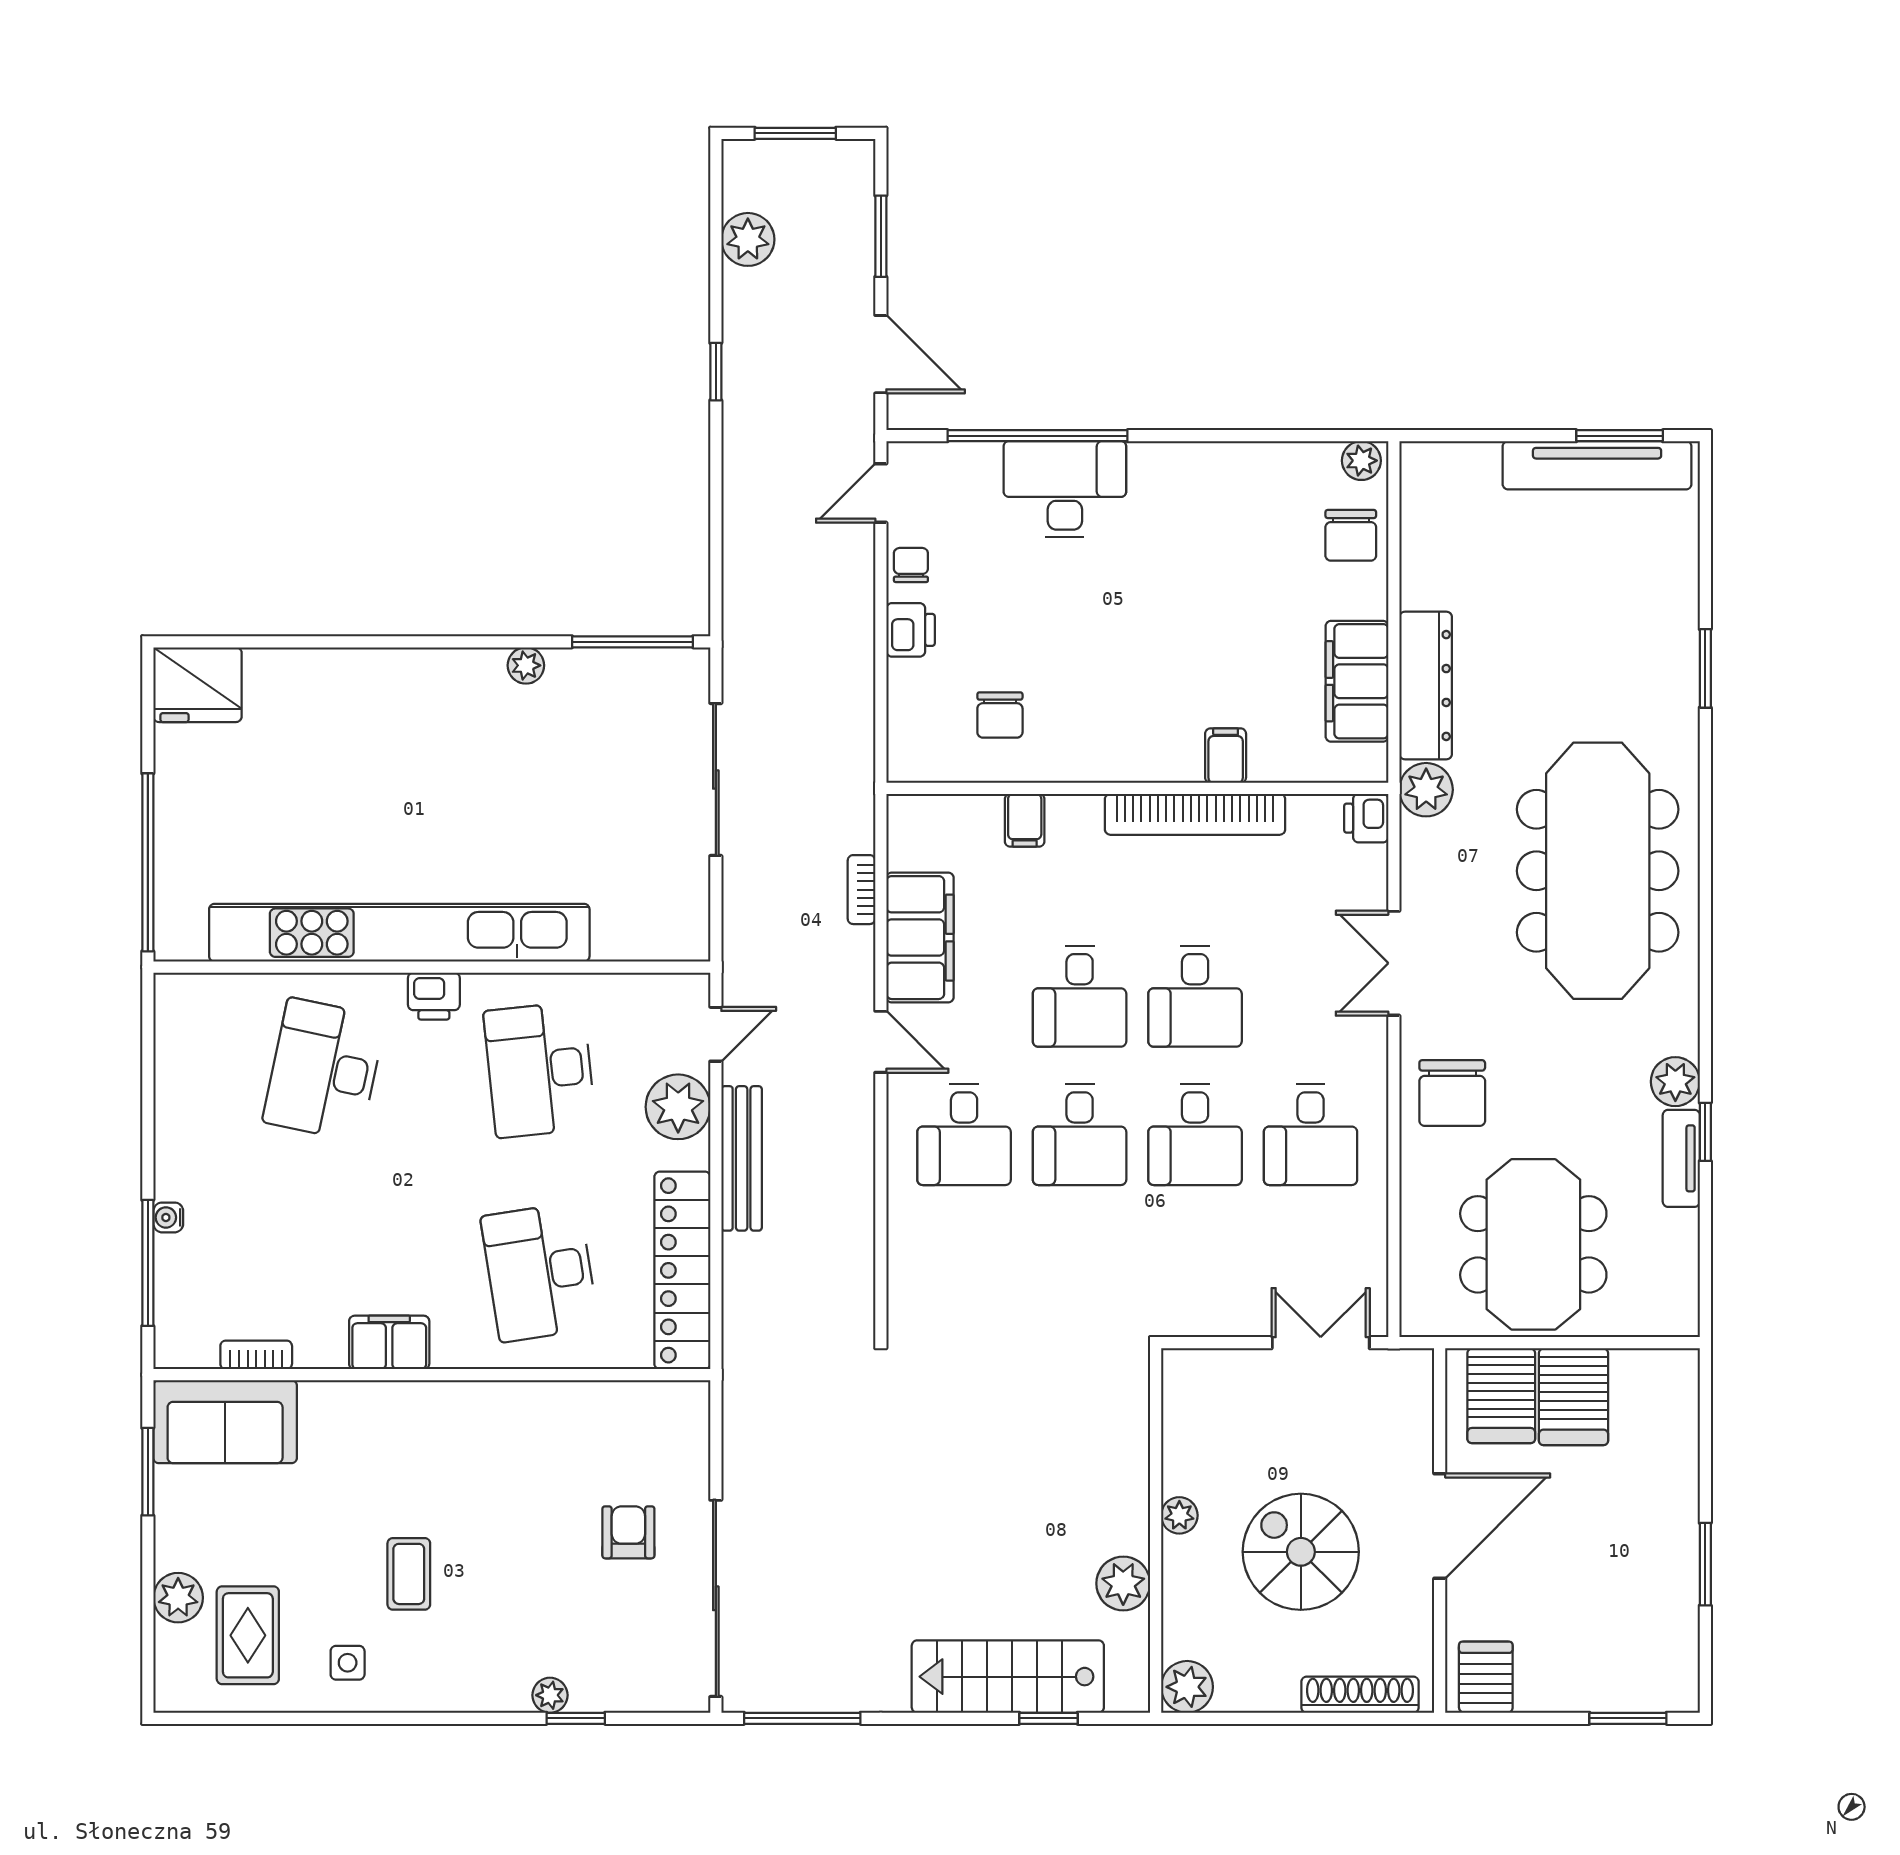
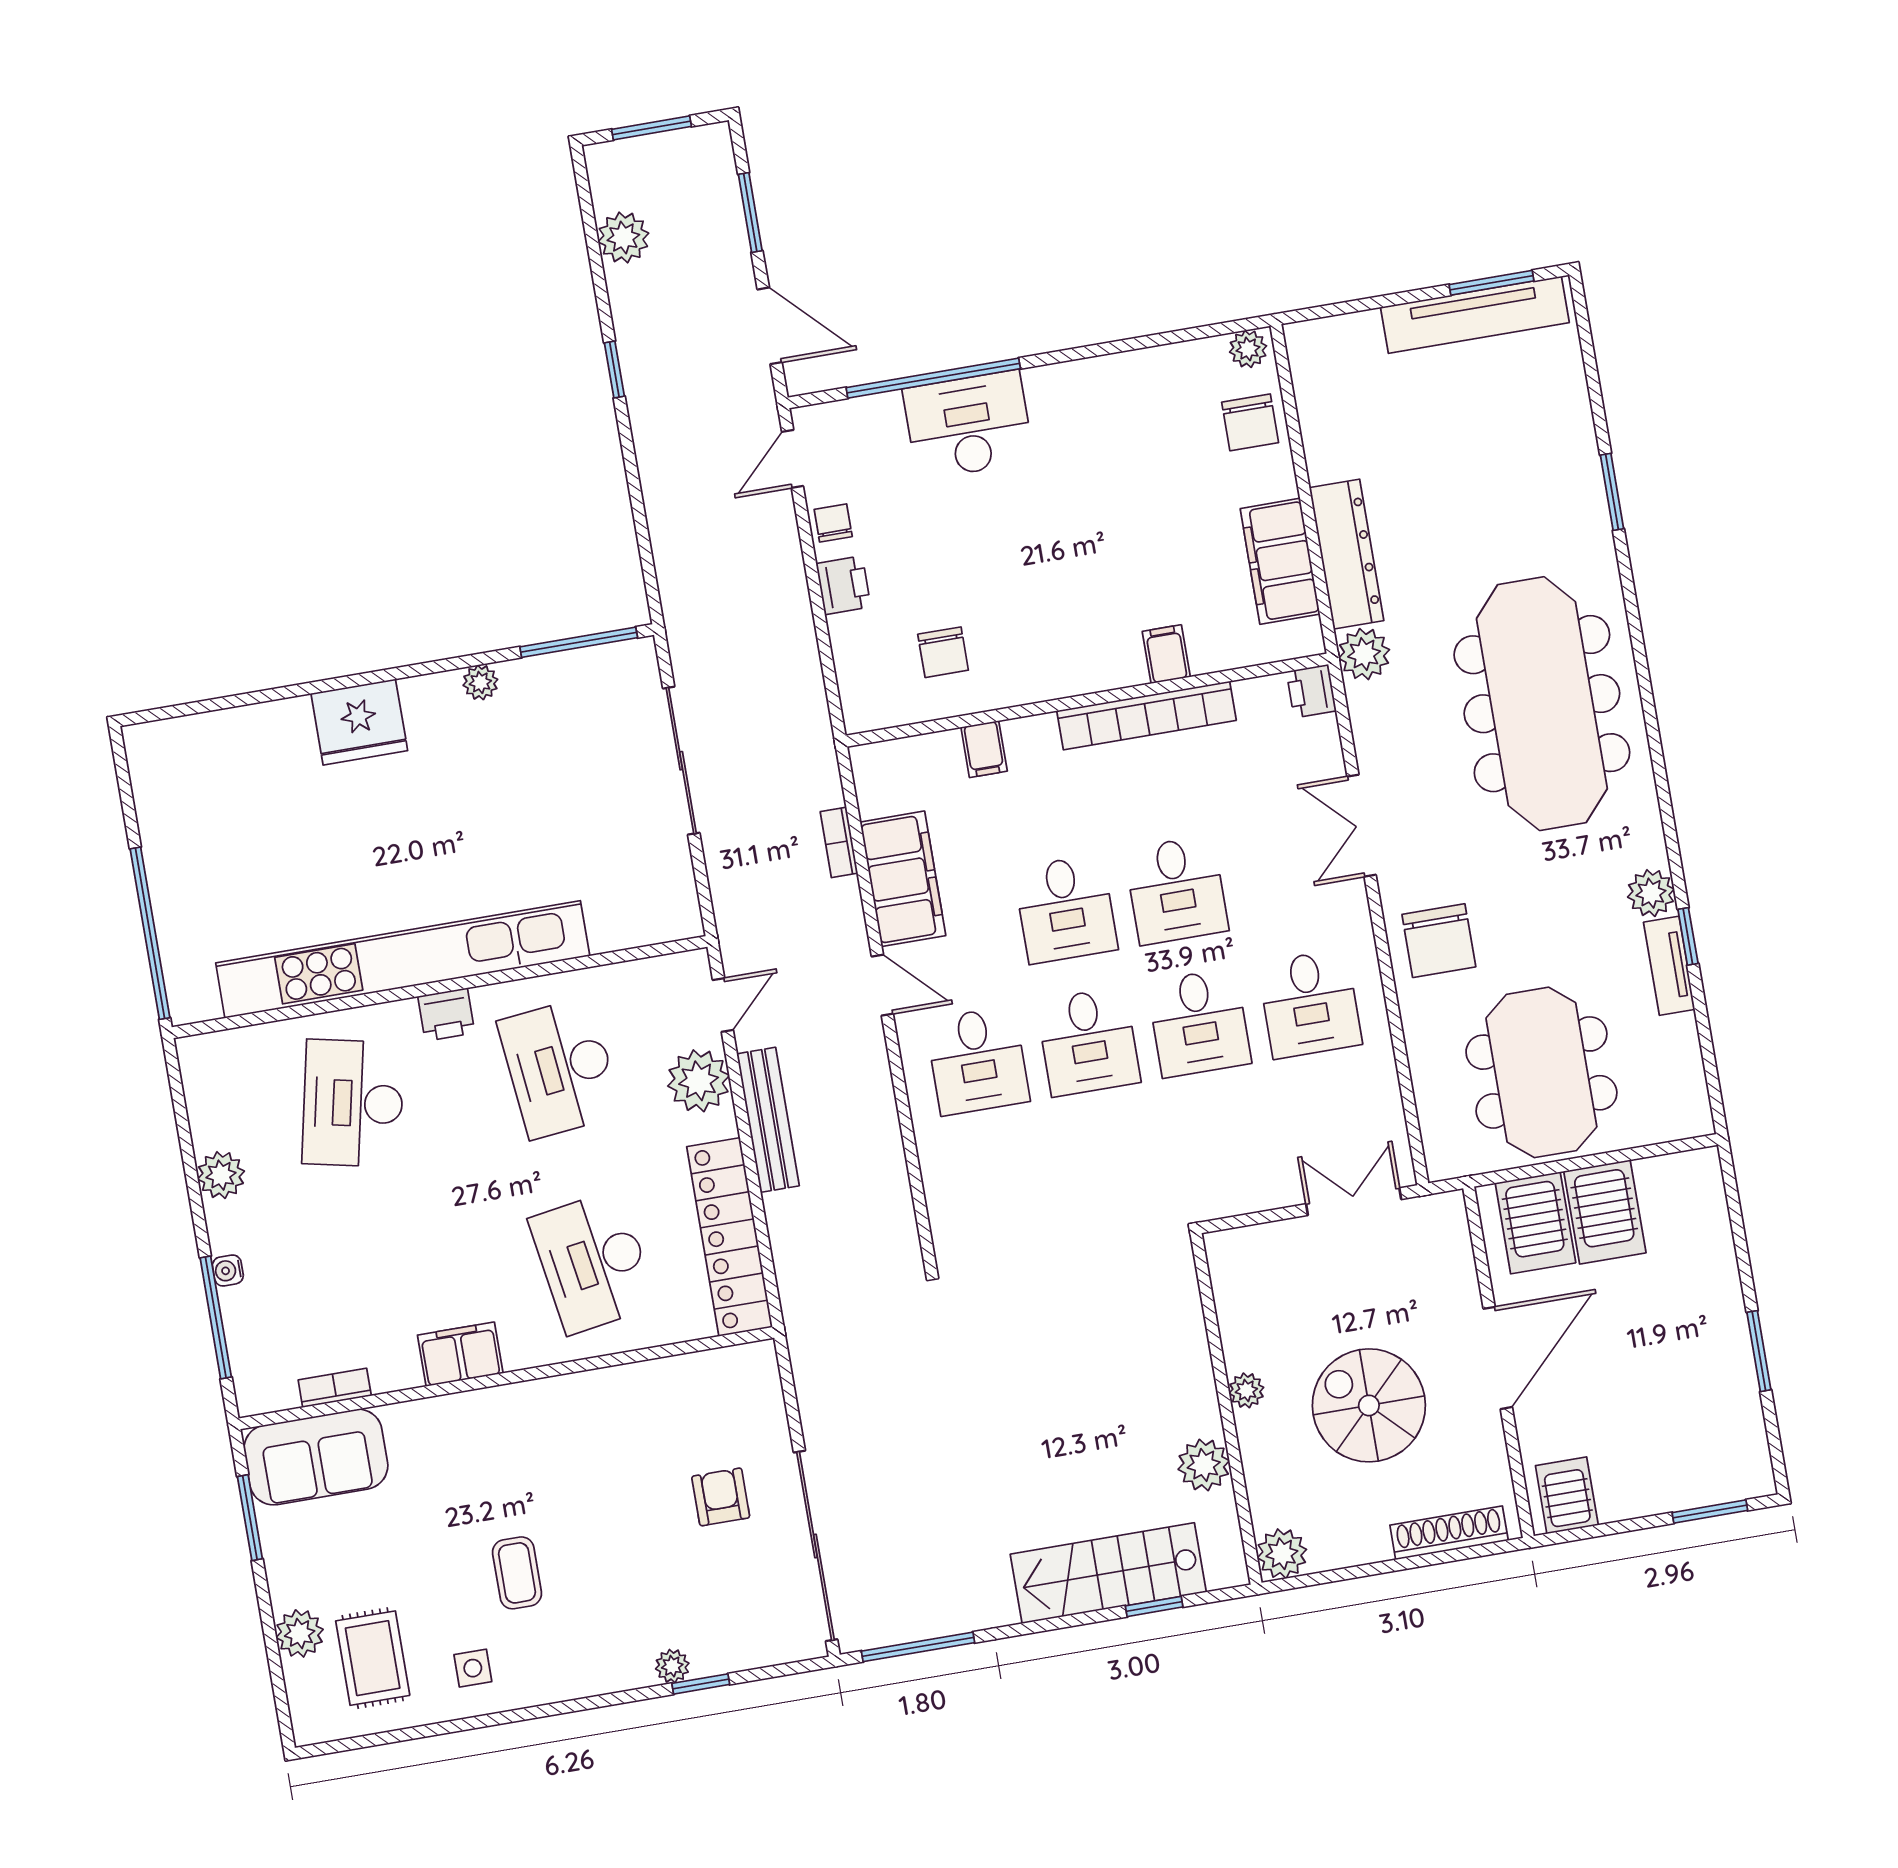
fridge: (197, 685) -> (359, 722), moved
plant: (178, 1120) -> (221, 1175), added

